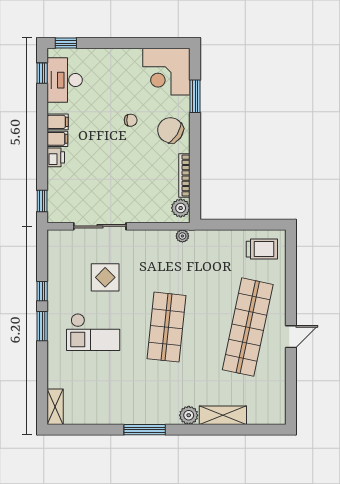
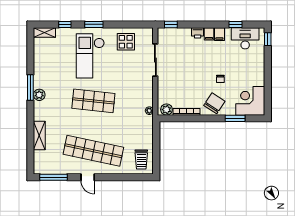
window: (42, 73) -> (236, 24), moved
display table: (105, 277) -> (126, 42), moved
window: (42, 291) -> (65, 24), moved
checkout: (93, 332) -> (90, 56), width x1.36, depth x1.21
window: (291, 392) -> (54, 177), added
plant: (189, 415) -> (39, 95), moved

